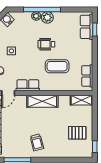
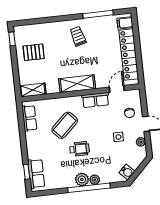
coffee table: (57, 66) -> (65, 125), turned -43

